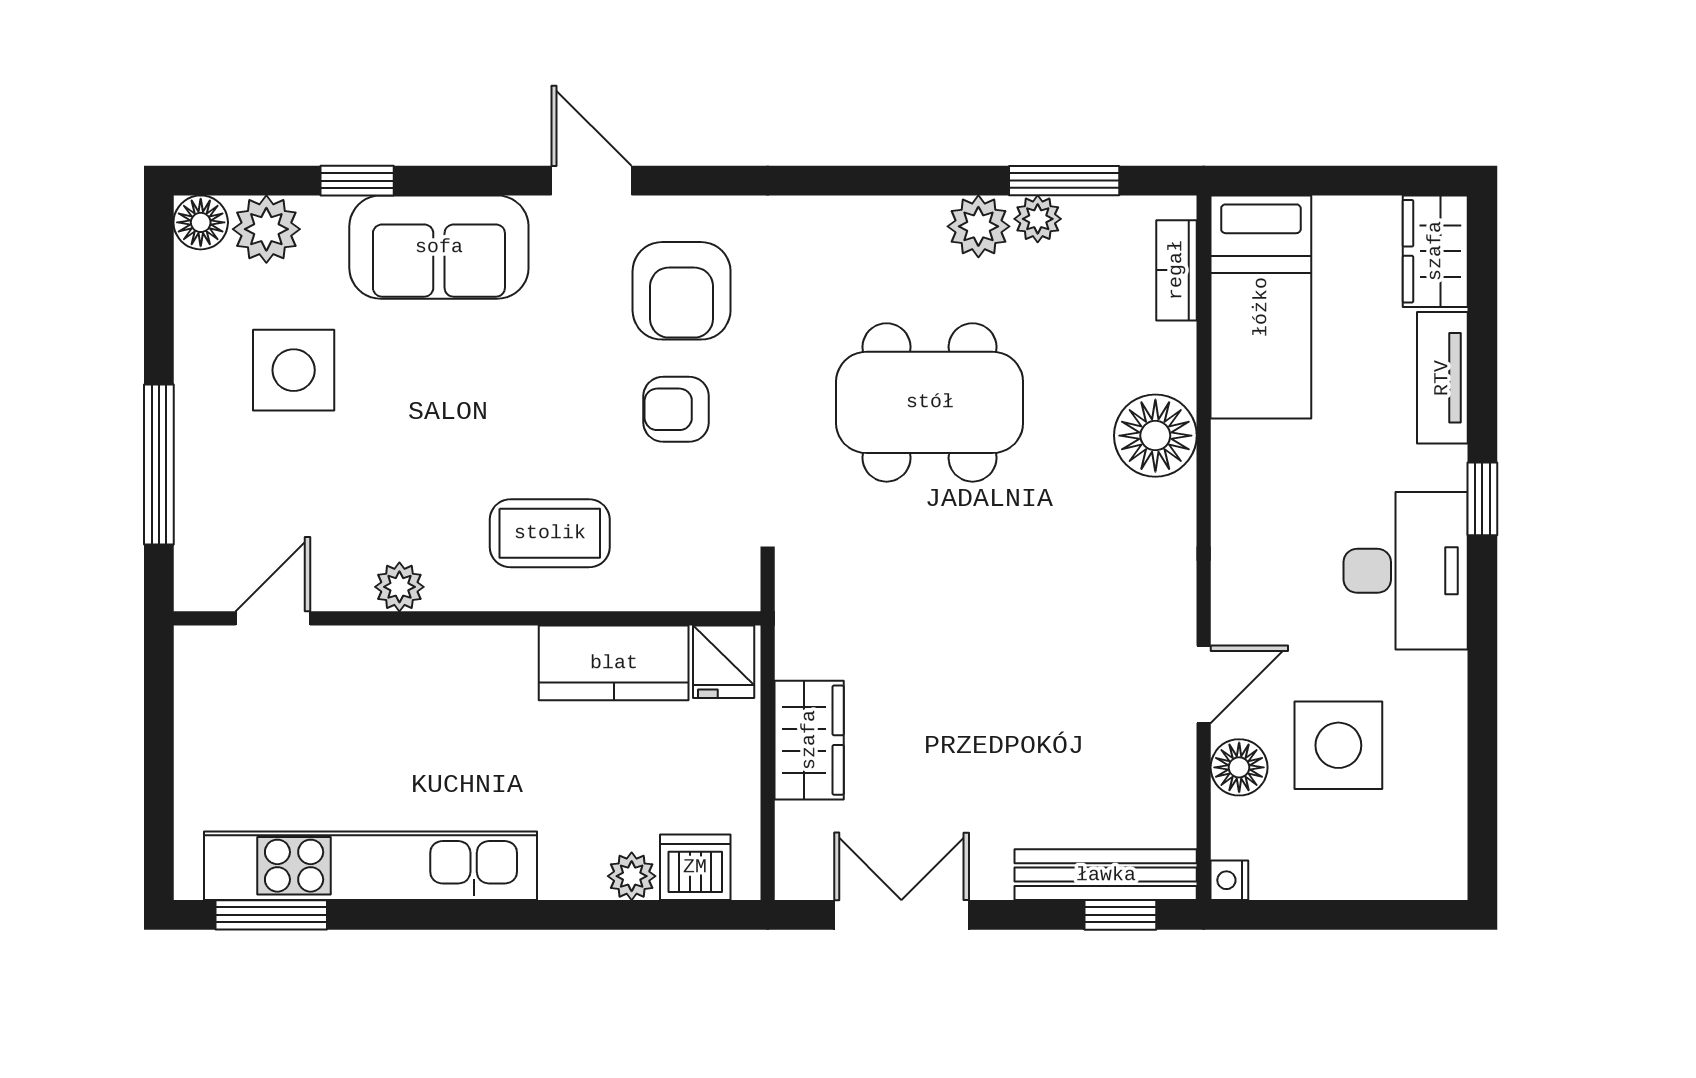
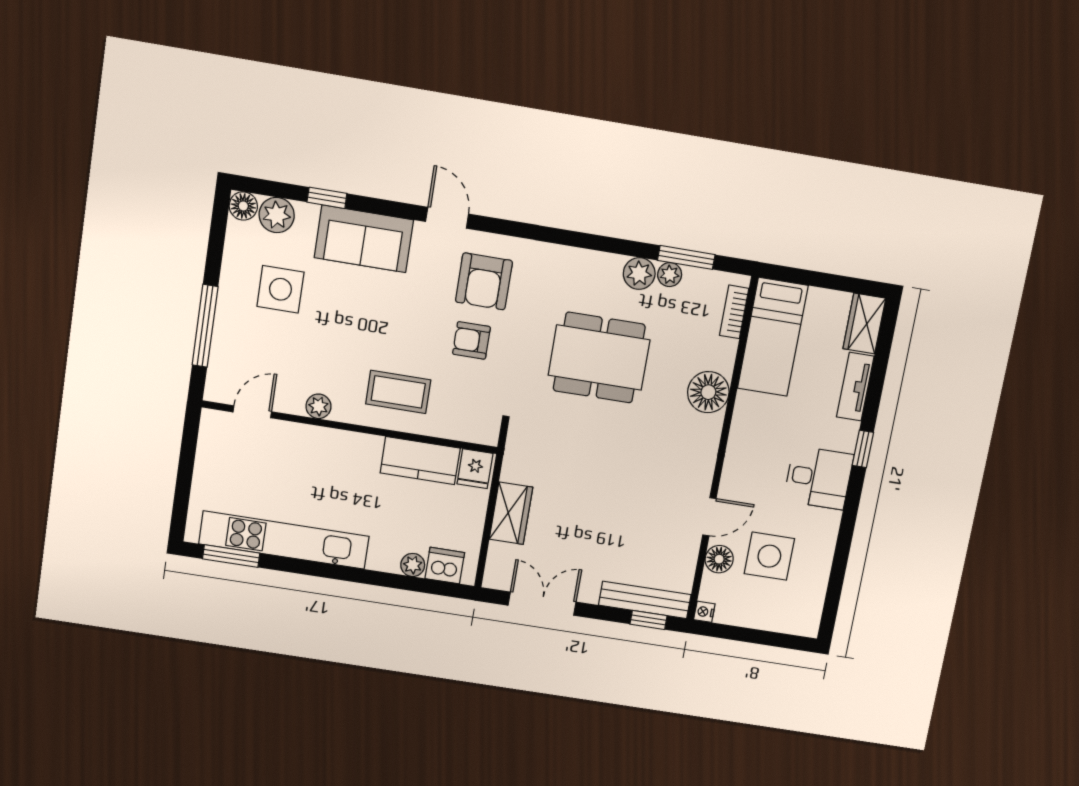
desk: (1406, 571) -> (819, 478), width x0.73

